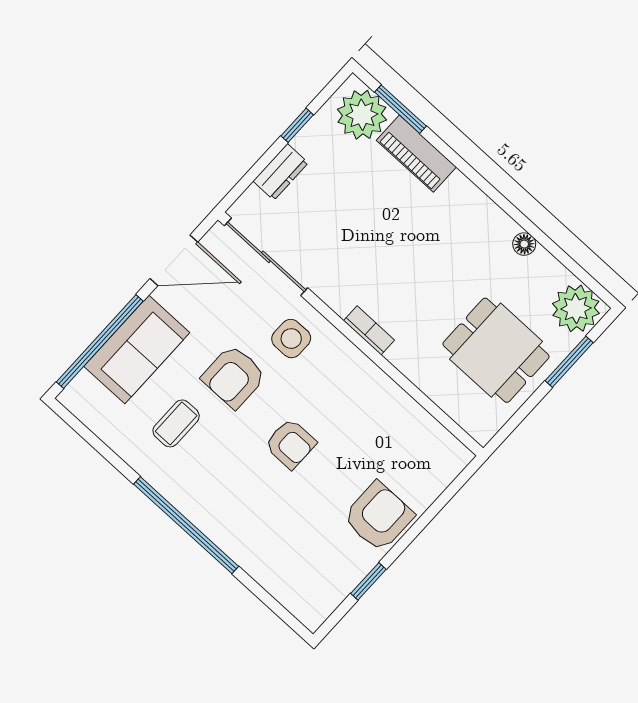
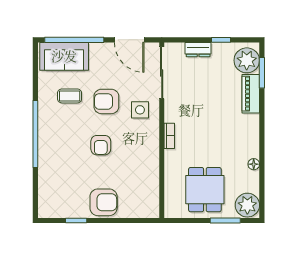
sofa: (137, 350) -> (64, 56), moved

